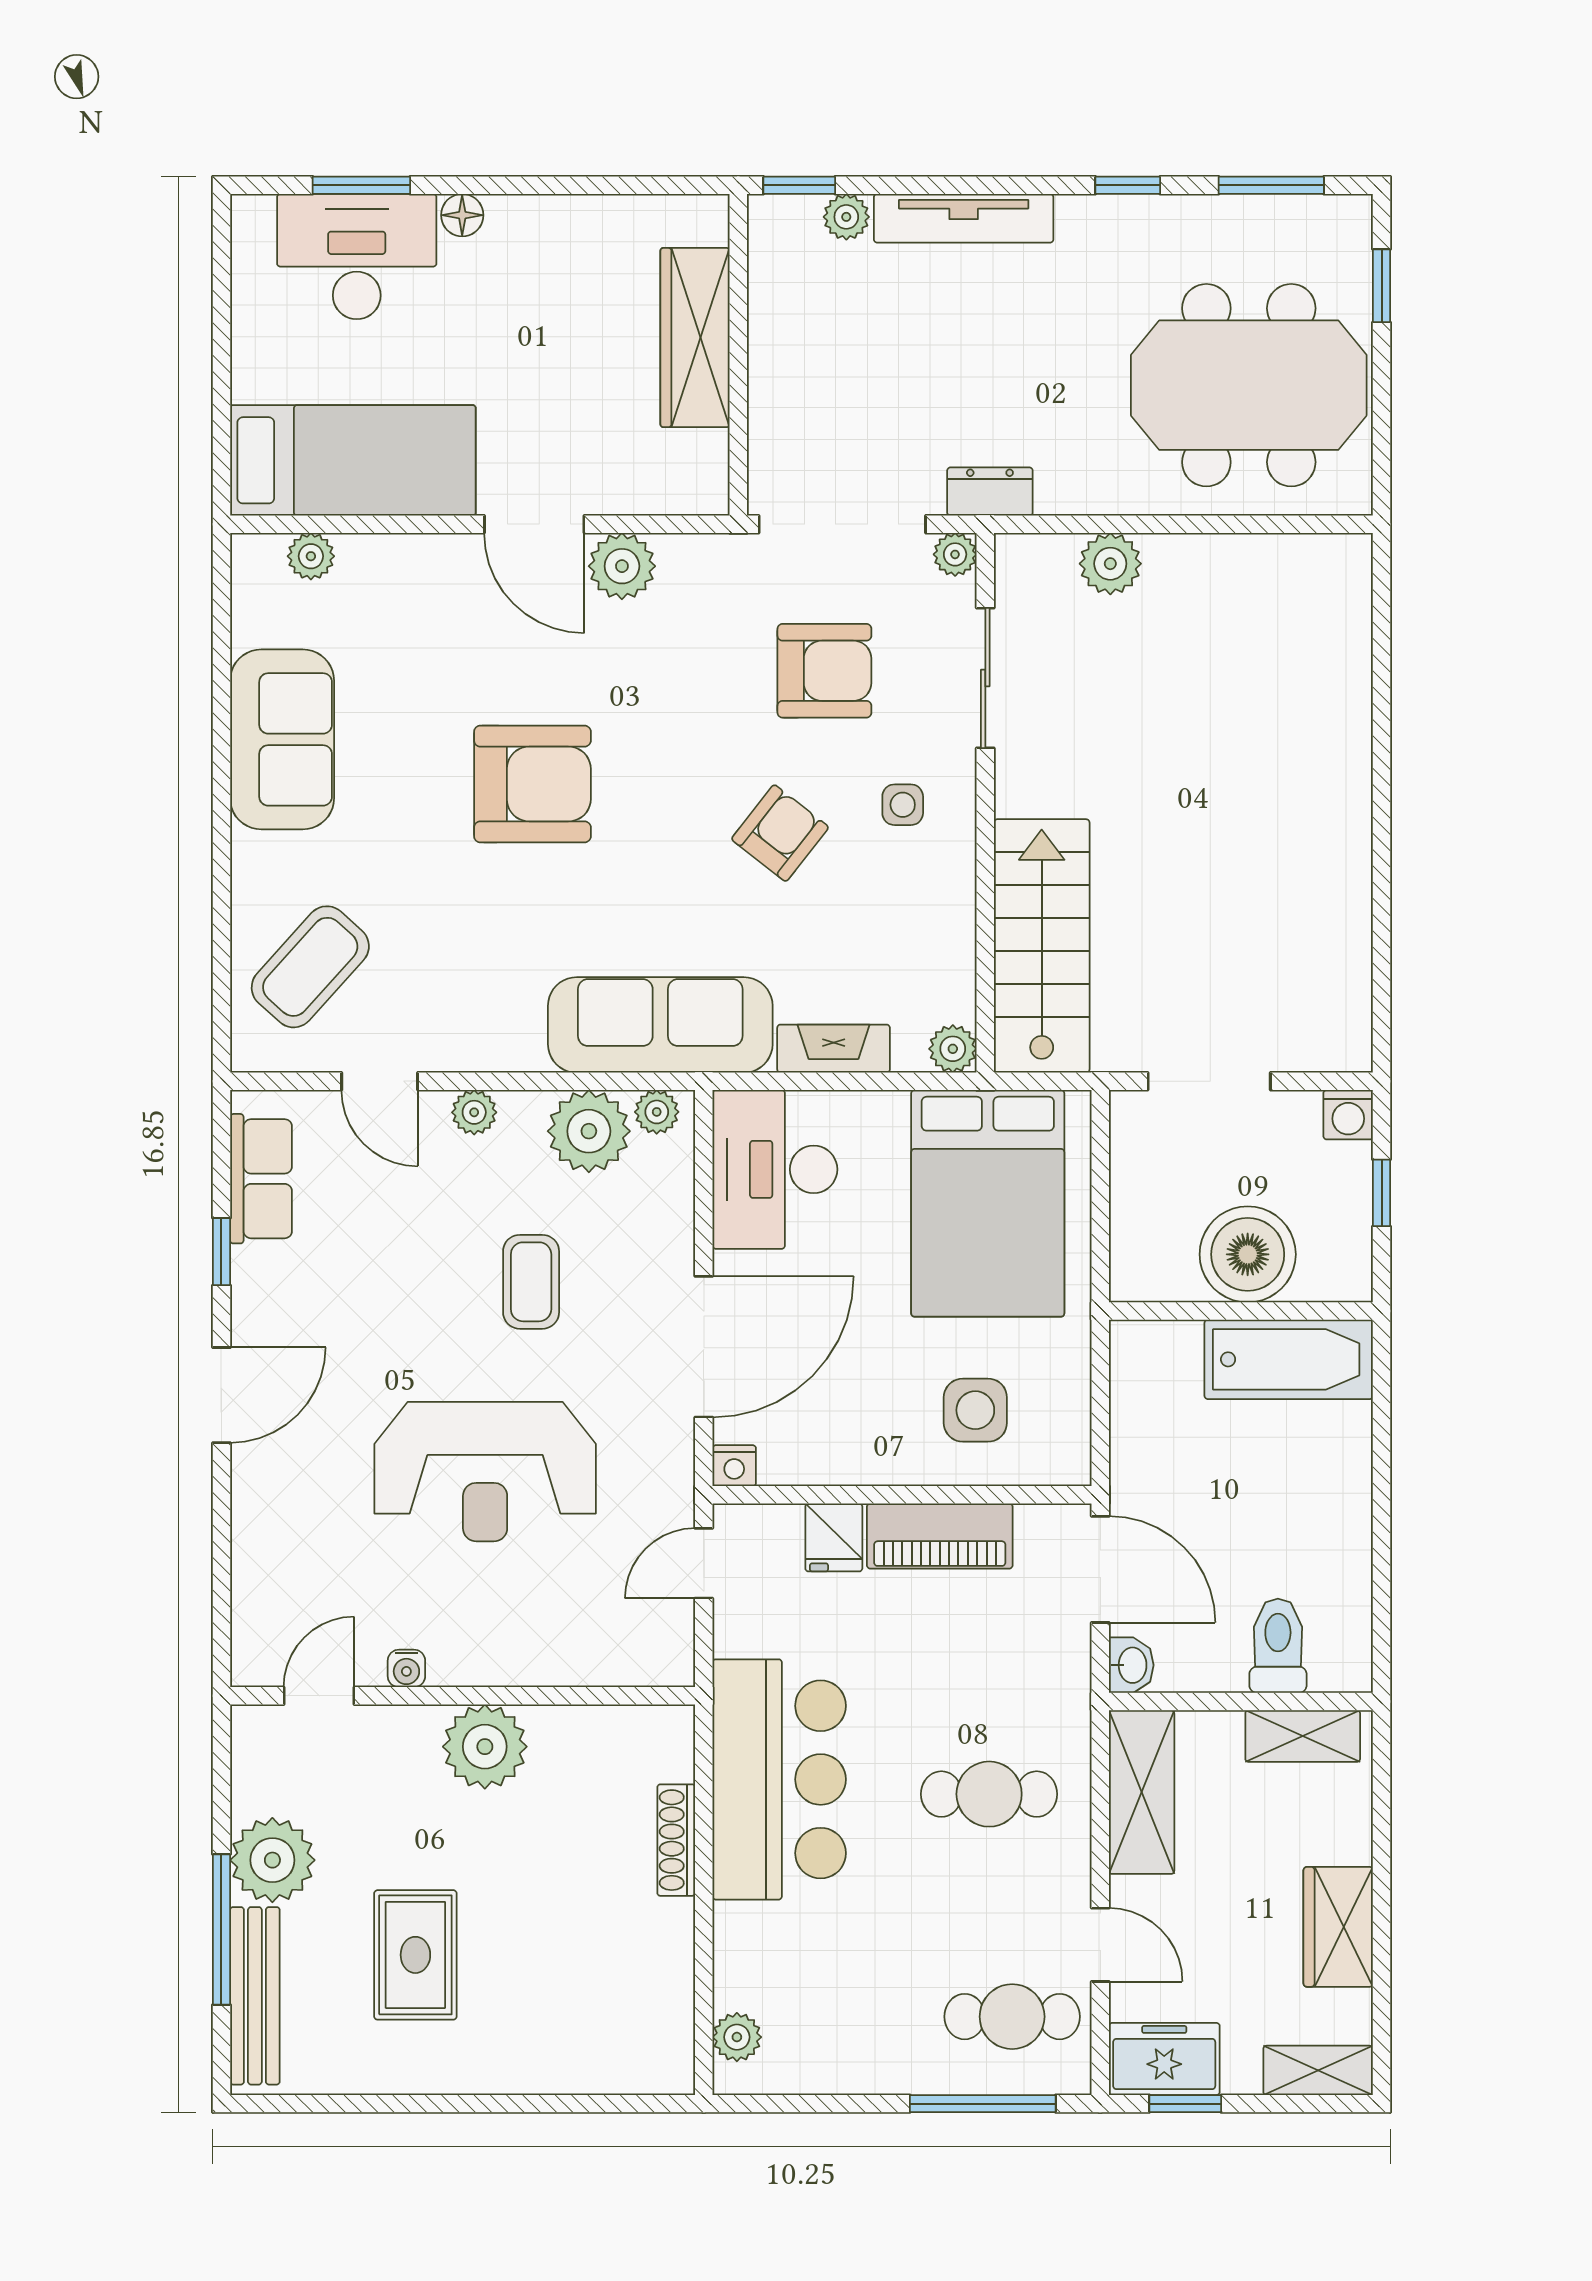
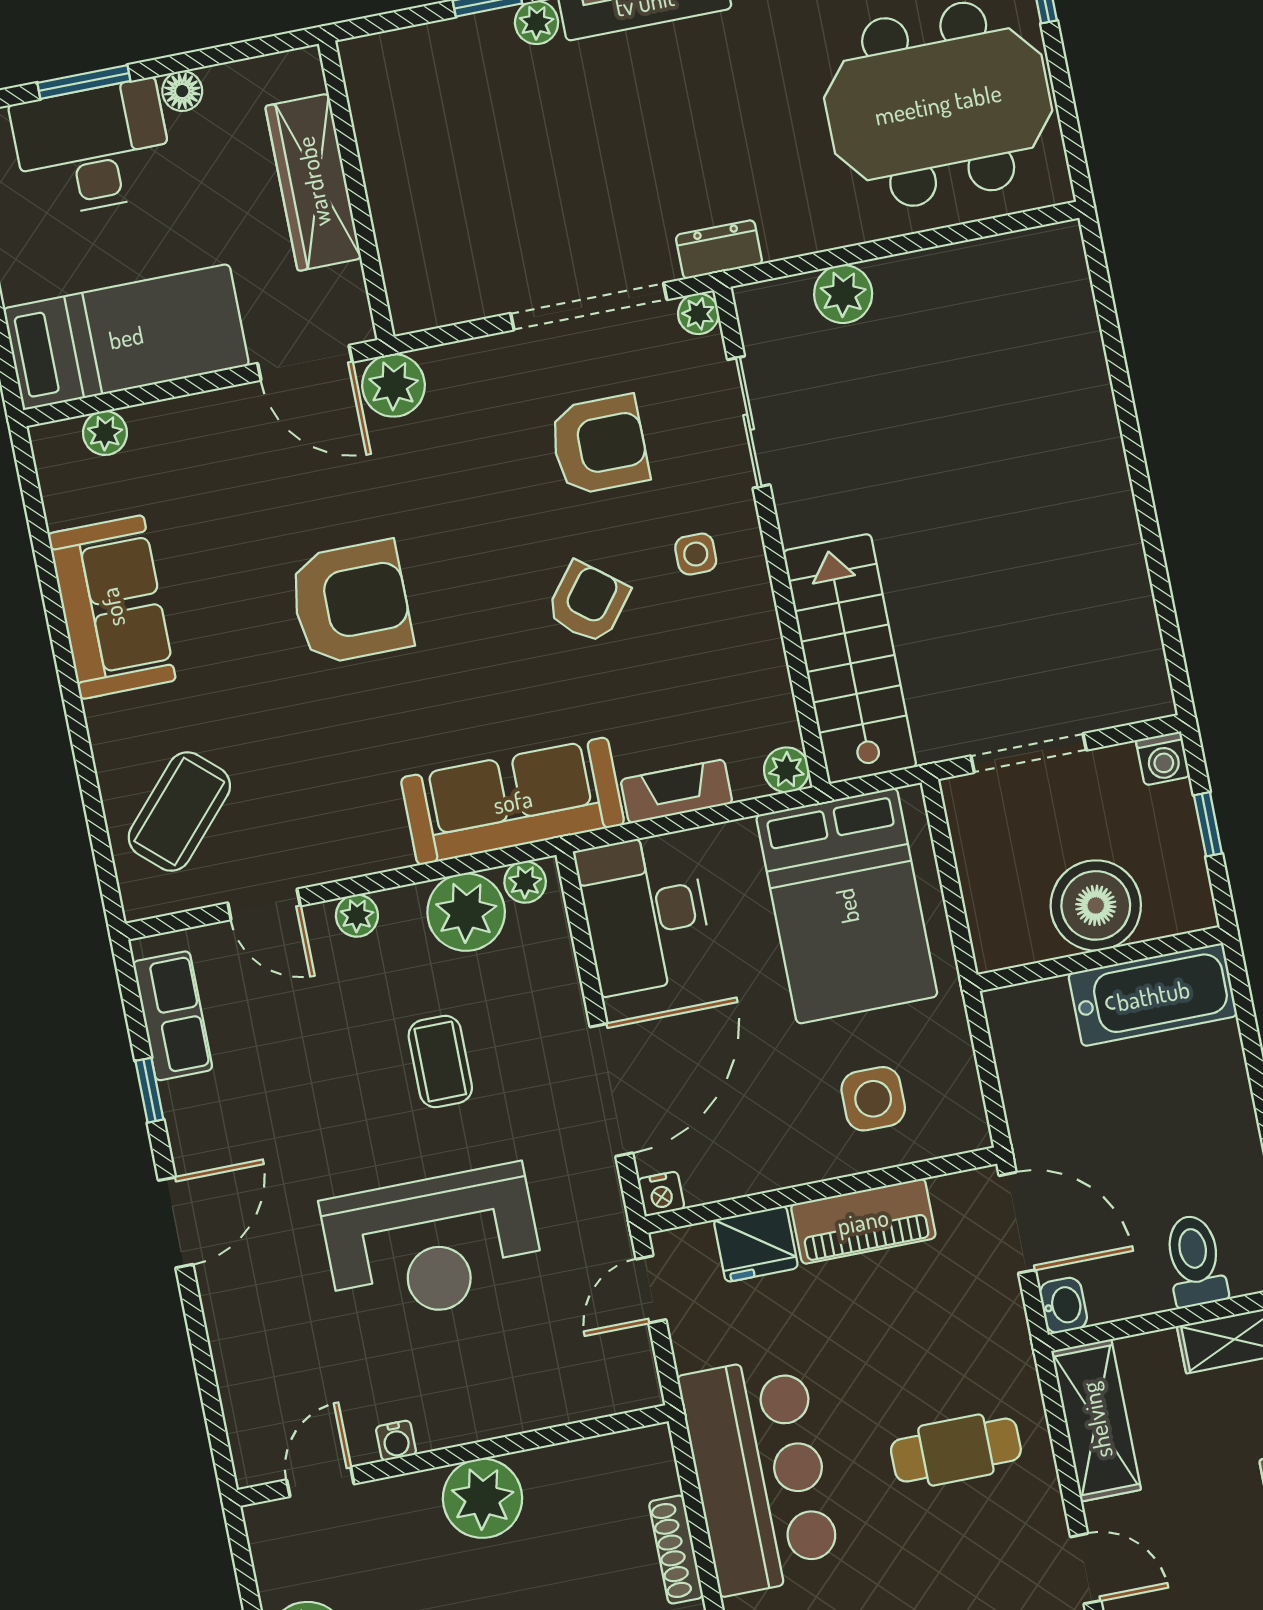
wardrobe: (695, 338) -> (313, 182), moved
wall: (738, 355) -> (356, 190), moved
fridge: (834, 1537) -> (756, 1244), width x1.38

